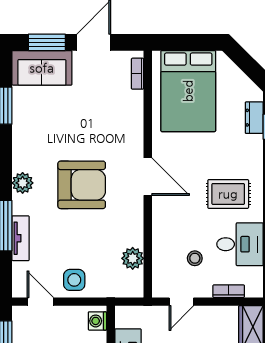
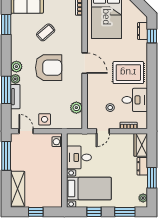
coffee table: (76, 120) -> (46, 32), added
rug: (228, 194) -> (128, 73), width x1.36, depth x1.43
plant: (20, 206) -> (15, 79), added

